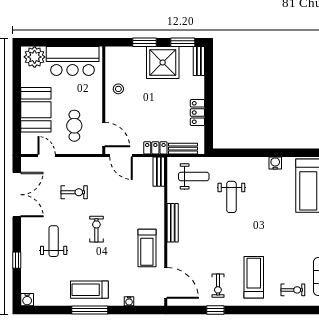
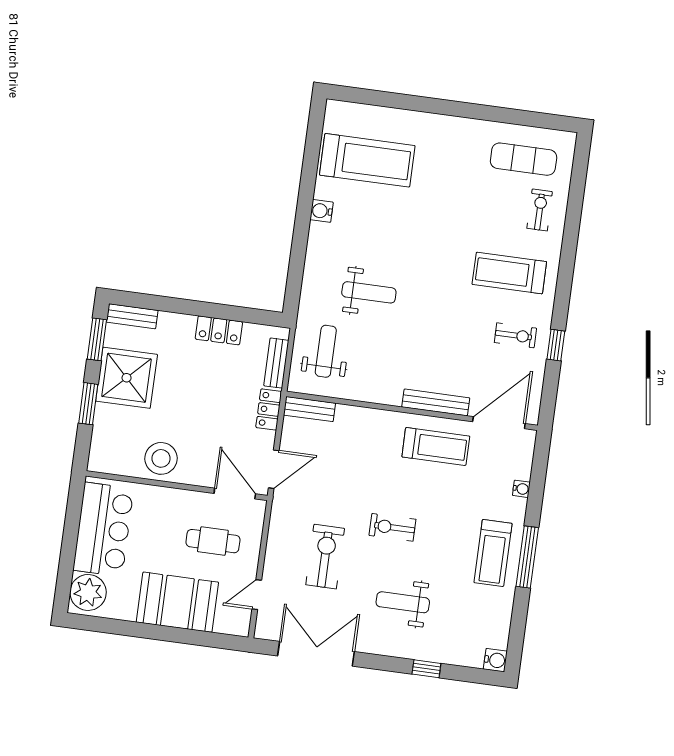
stool: (118, 89) -> (161, 458), width x1.89, depth x1.89
door: (104, 135) -> (235, 494), hinge flipped
exercise bike: (74, 192) -> (325, 557), width x1.38, depth x1.39
bench: (173, 223) -> (436, 402), moved

